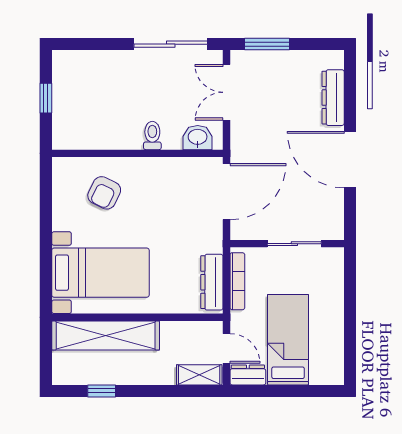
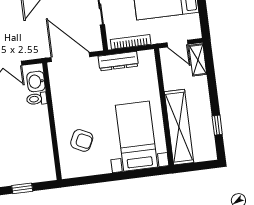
toilet: (152, 136) -> (37, 99), moved
dresser: (212, 282) -> (118, 61), moved
door: (226, 348) -> (177, 44), swing flipped
dresser: (248, 375) -> (194, 27), removed

